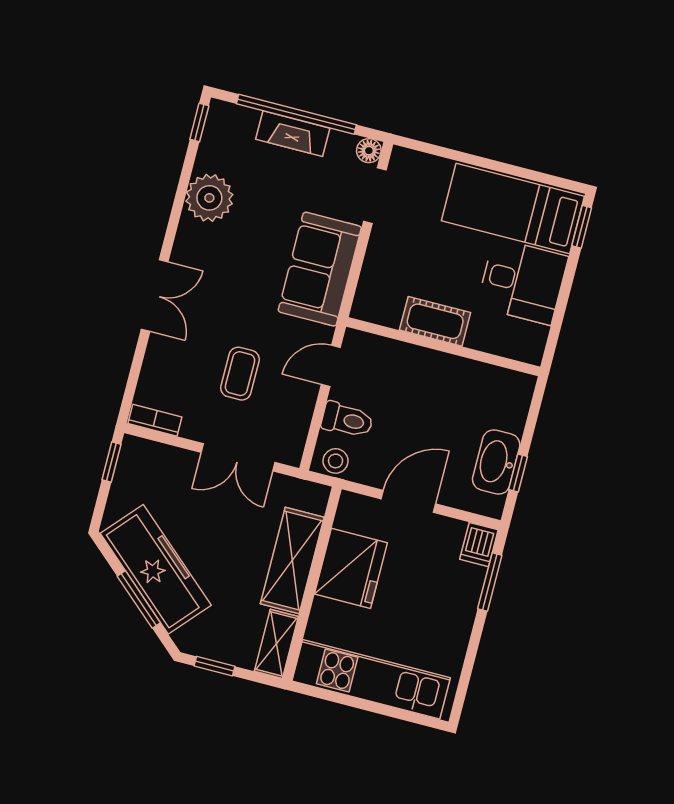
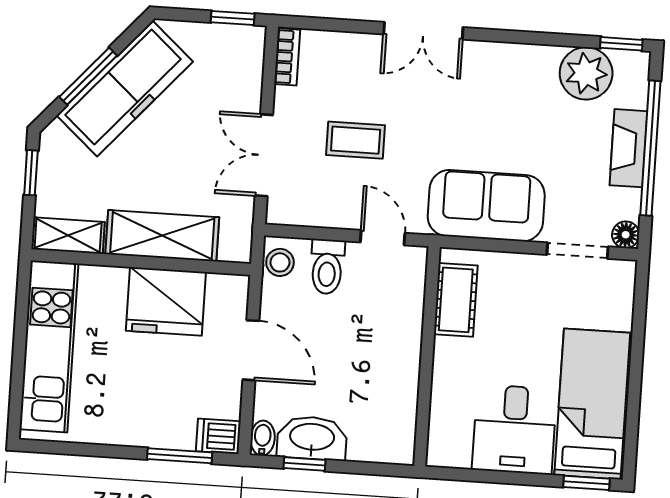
plant: (209, 198) -> (586, 73), moved
cot: (435, 321) -> (456, 300), moved
bidet: (488, 506) -> (263, 438), added

